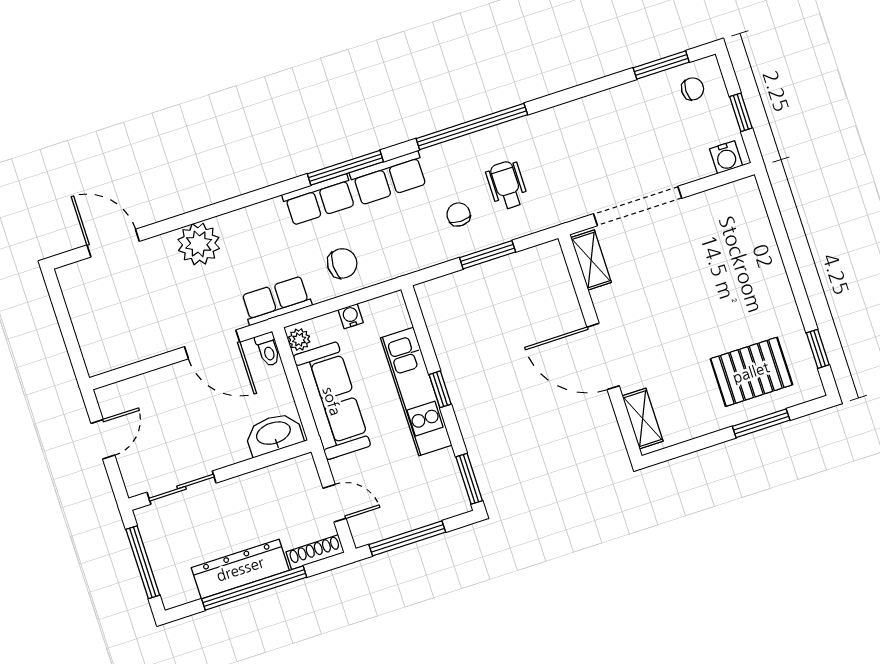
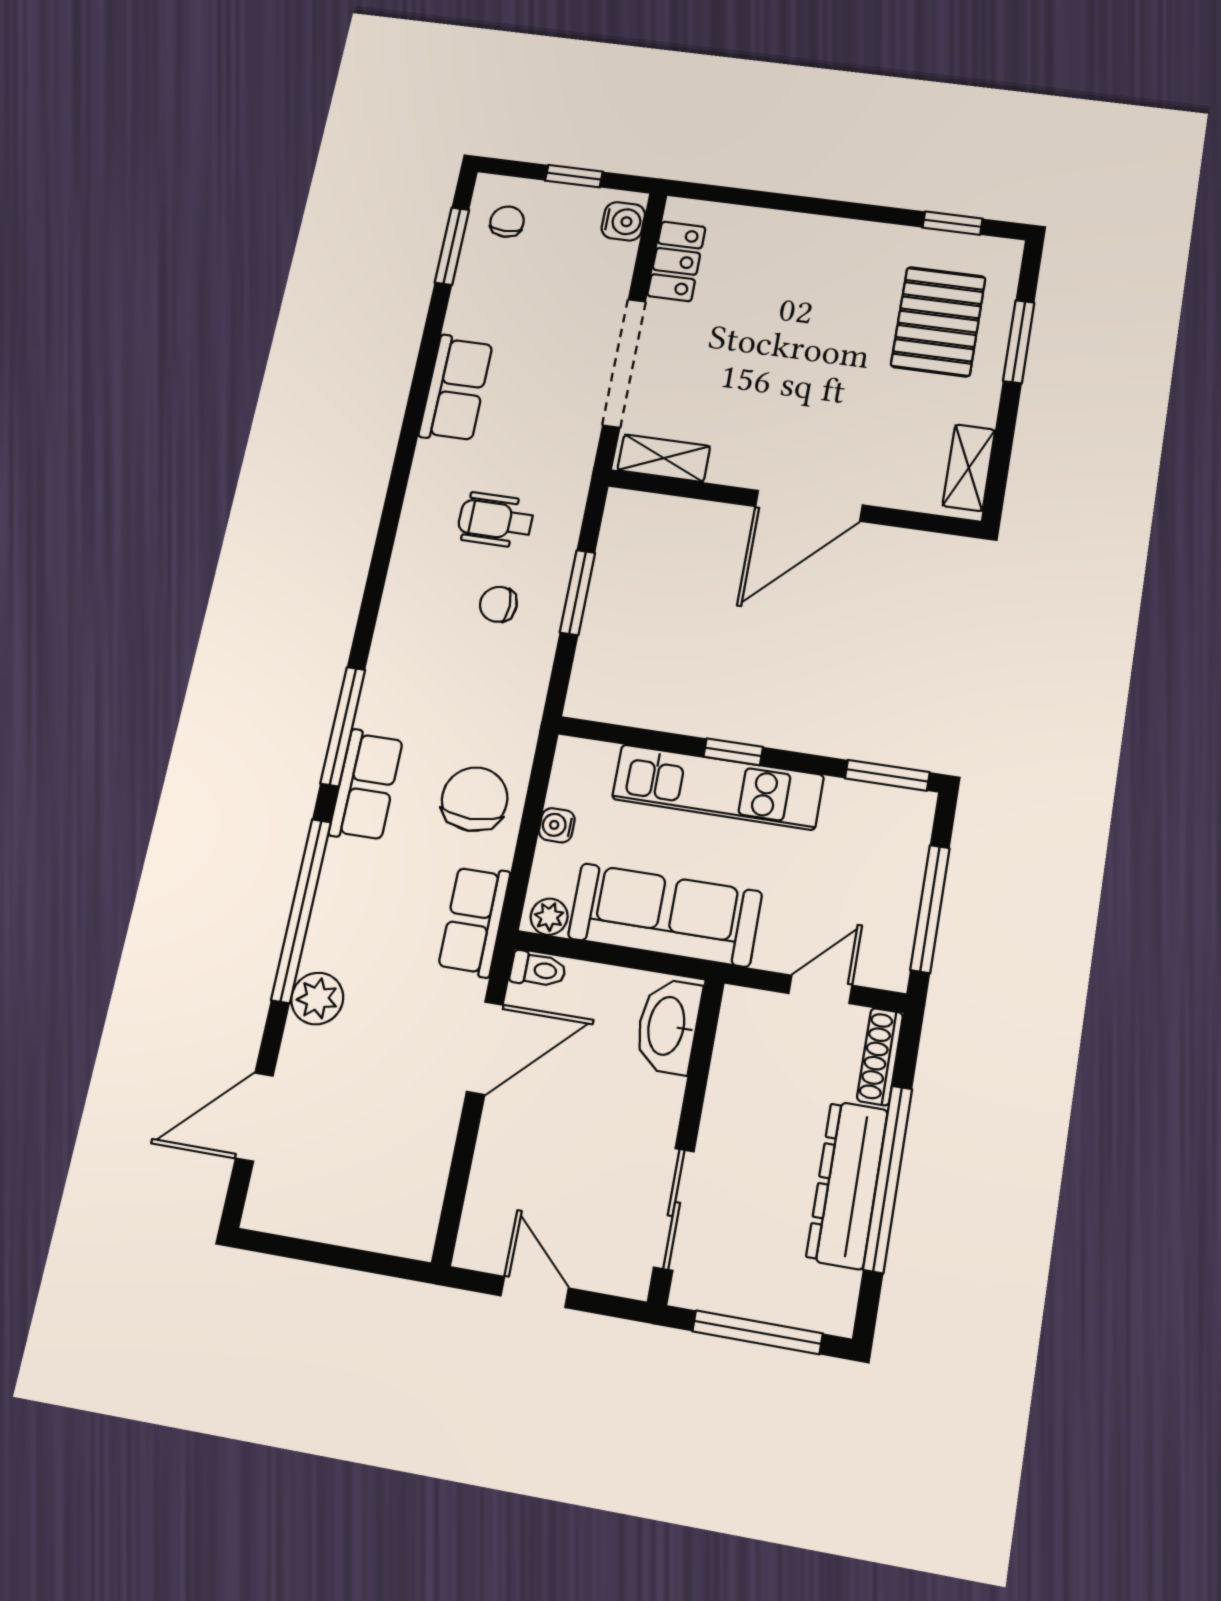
window: (472, 127) -> (301, 910), moved
row of seats: (389, 178) -> (456, 389), moved
locker: (716, 202) -> (676, 261), added
plant: (199, 244) -> (317, 999), width x0.73, depth x0.73
chair: (342, 263) -> (475, 799), width x1.37, depth x1.37
shelving: (643, 419) -> (969, 468), moved, turned 90

